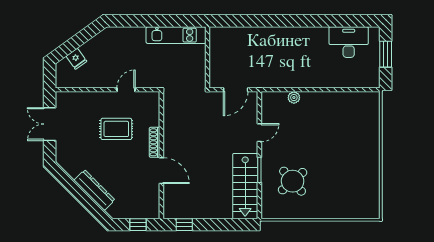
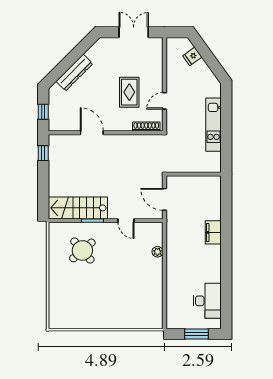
kitchen unit: (176, 35) -> (214, 125), moved
filing cabinet: (272, 36) -> (213, 232), added
door: (126, 90) -> (164, 101), swing flipped
shoe rack: (155, 142) -> (146, 127), moved
door: (161, 171) -> (92, 133), swing flipped

